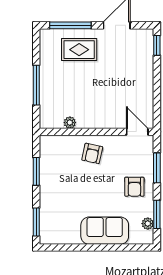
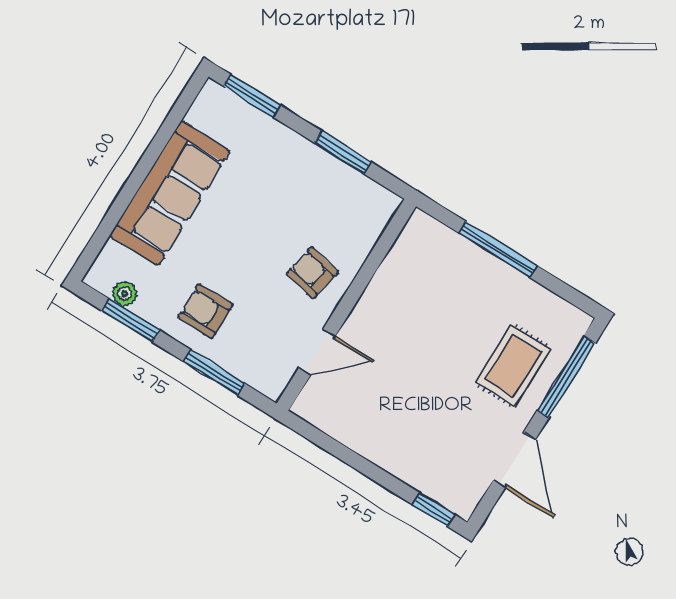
plant: (70, 123) -> (393, 267), removed
door: (137, 132) -> (317, 352), moved
sofa: (105, 231) -> (170, 193), width x1.36

